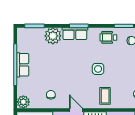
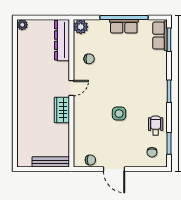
row of seats: (75, 34) -> (160, 36), moved
plant: (53, 36) -> (157, 61), removed
coffee table: (105, 96) -> (88, 122), removed

